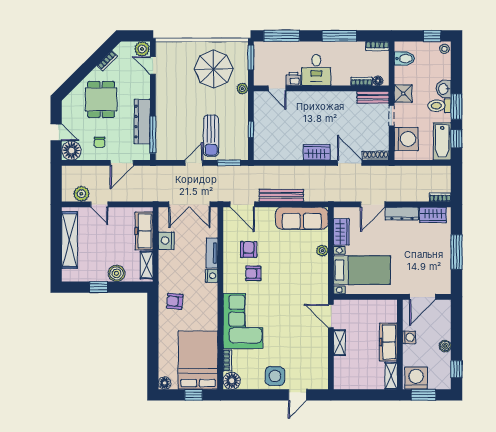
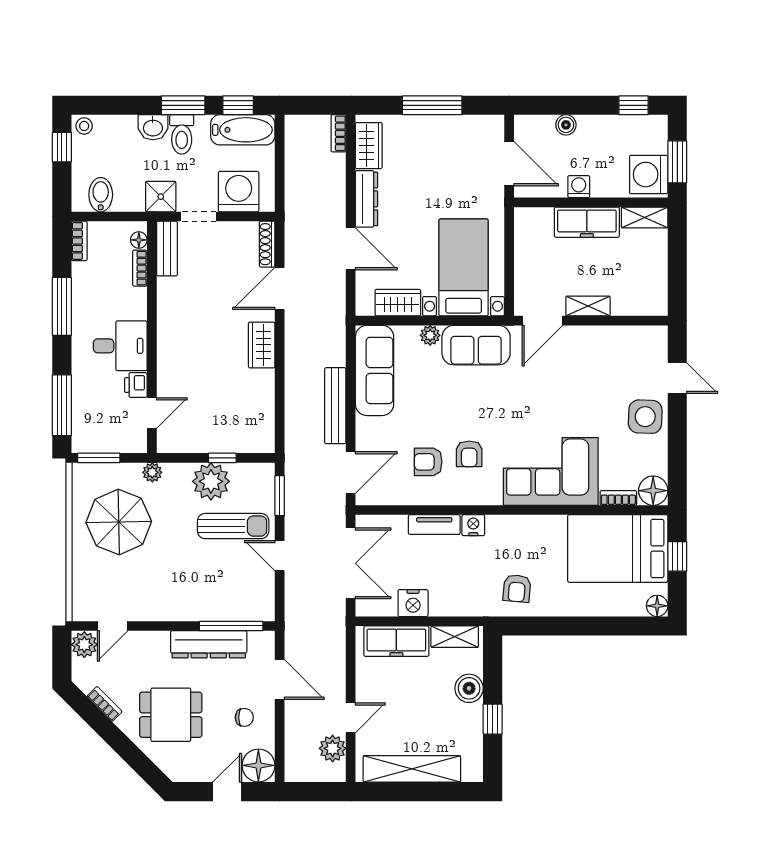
plant: (237, 123) -> (211, 481), added
sofa: (317, 277) -> (476, 345), added
boiler: (445, 346) -> (566, 125), moved

